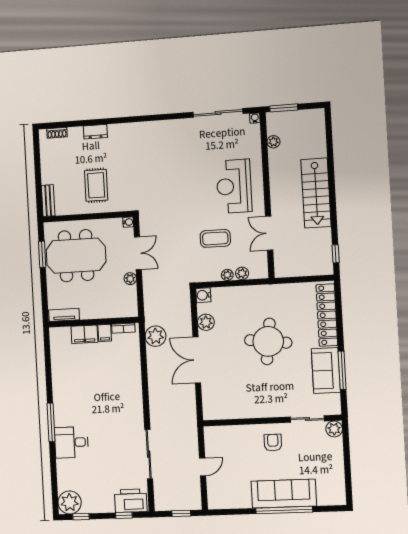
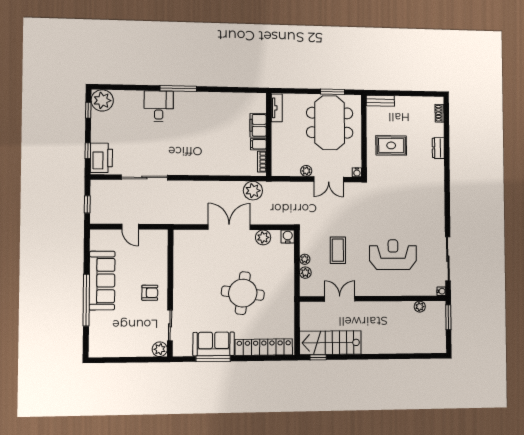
reception desk: (234, 186) -> (393, 255), moved
stairs: (316, 193) -> (330, 343), moved
sofa: (284, 494) -> (102, 281), moved

